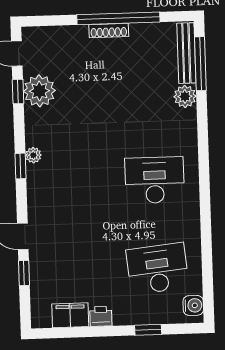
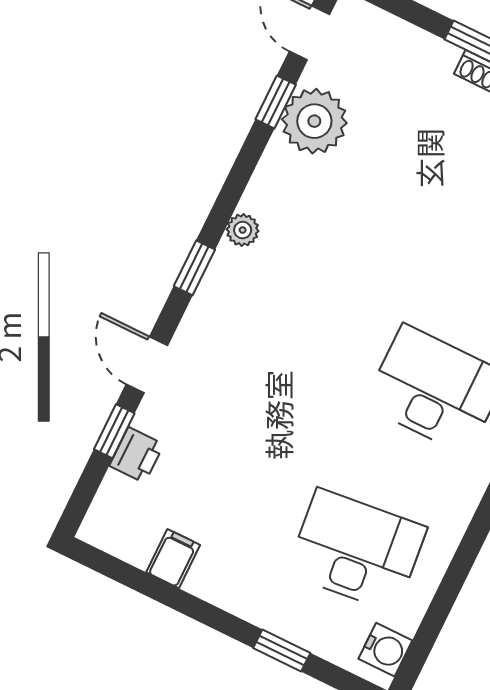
window: (20, 166) -> (194, 268), moved
filing cabinet: (70, 315) -> (173, 559), width x0.50
printer: (101, 316) -> (137, 455), moved, turned 90

